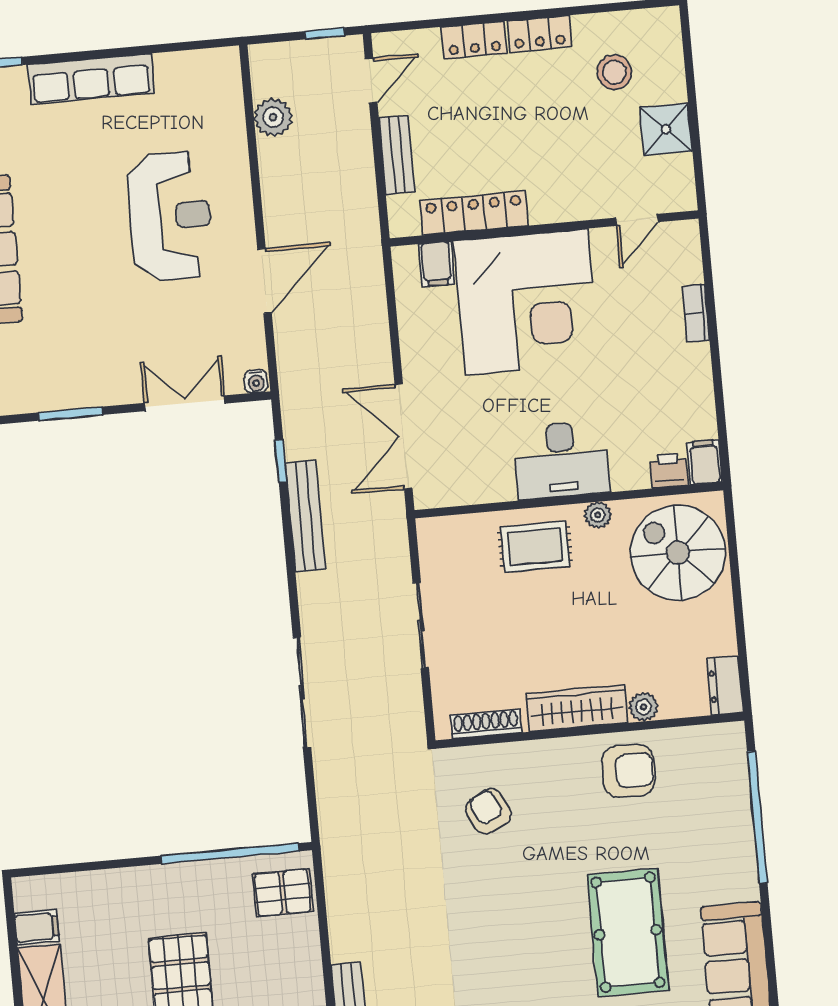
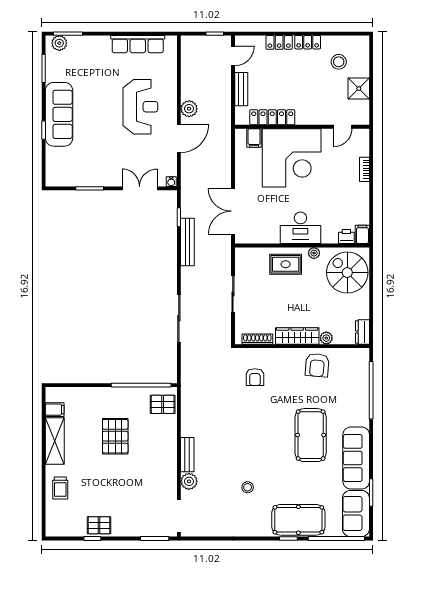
row of seats: (91, 79) -> (138, 44), moved
plant: (273, 117) -> (189, 109), moved
armchair: (628, 771) -> (317, 365), turned 95
armchair: (488, 811) -> (255, 377), turned -153

